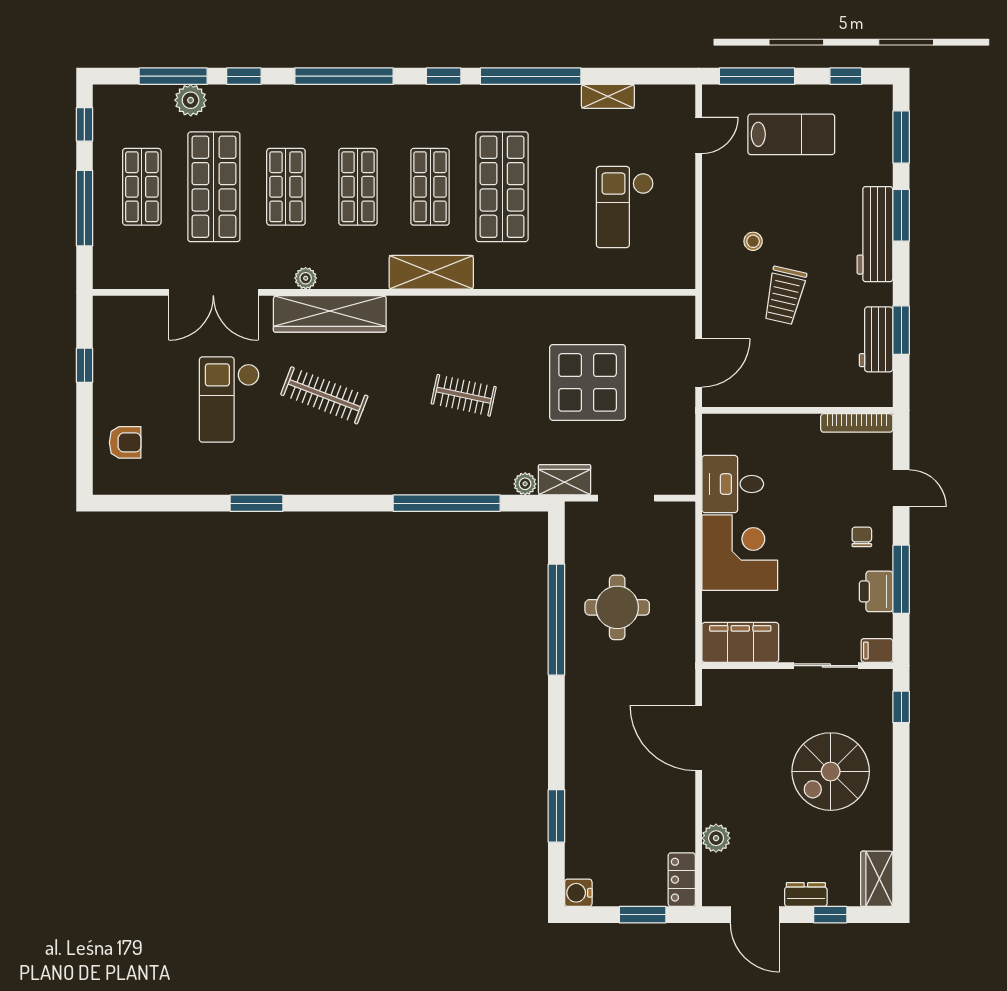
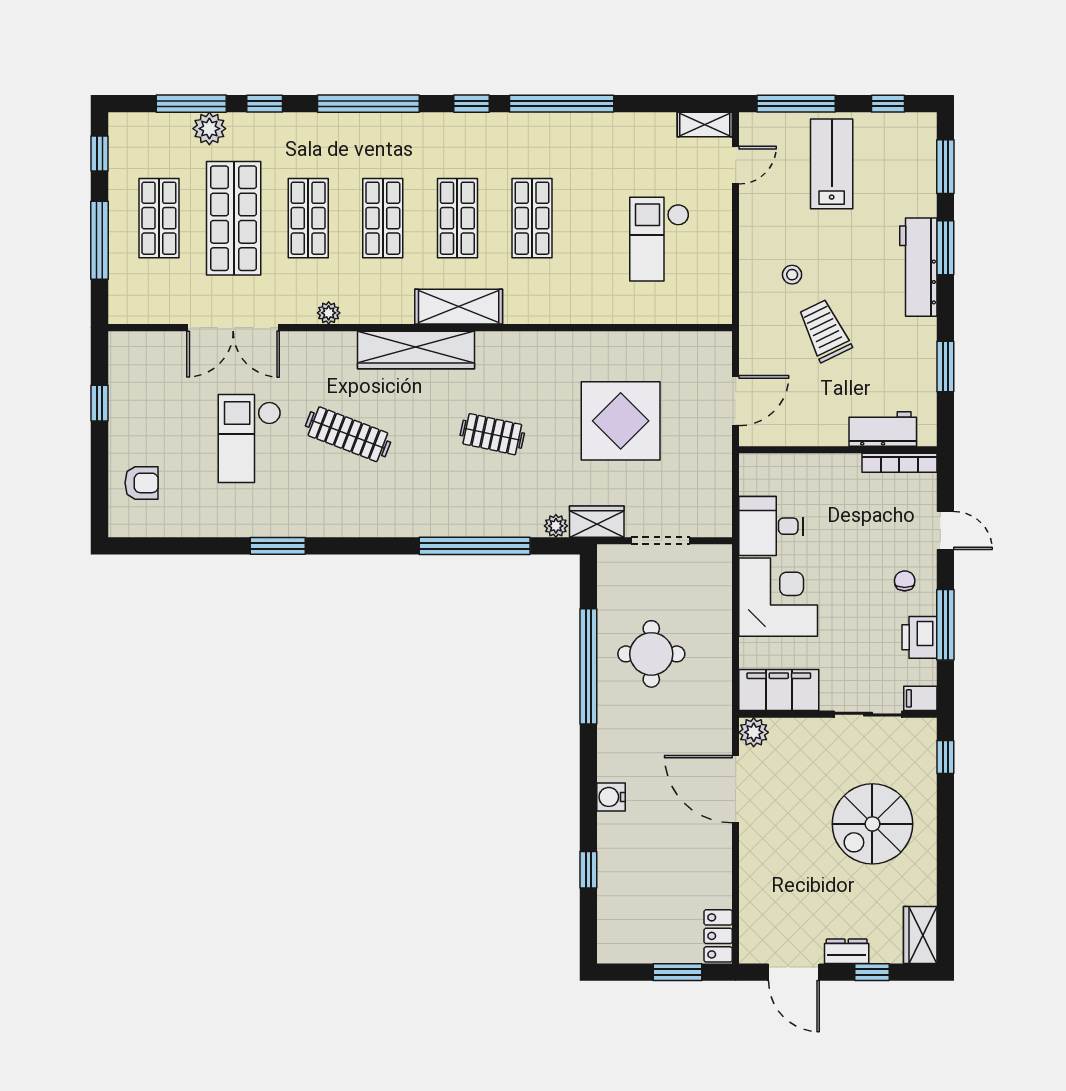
shelving: (608, 96) -> (705, 125), moved
lab bench: (791, 134) -> (832, 164), turned -90
shop shelf: (502, 187) -> (532, 218), width x0.70, depth x0.74
trolley: (785, 295) -> (825, 331), turned 141
wardrobe: (330, 314) -> (416, 350), moved
workbench: (876, 339) -> (883, 429), moved, turned 90
window: (556, 816) -> (588, 870), width x0.67
plant: (716, 838) -> (754, 732), moved
water cooler: (578, 893) -> (611, 797), moved

